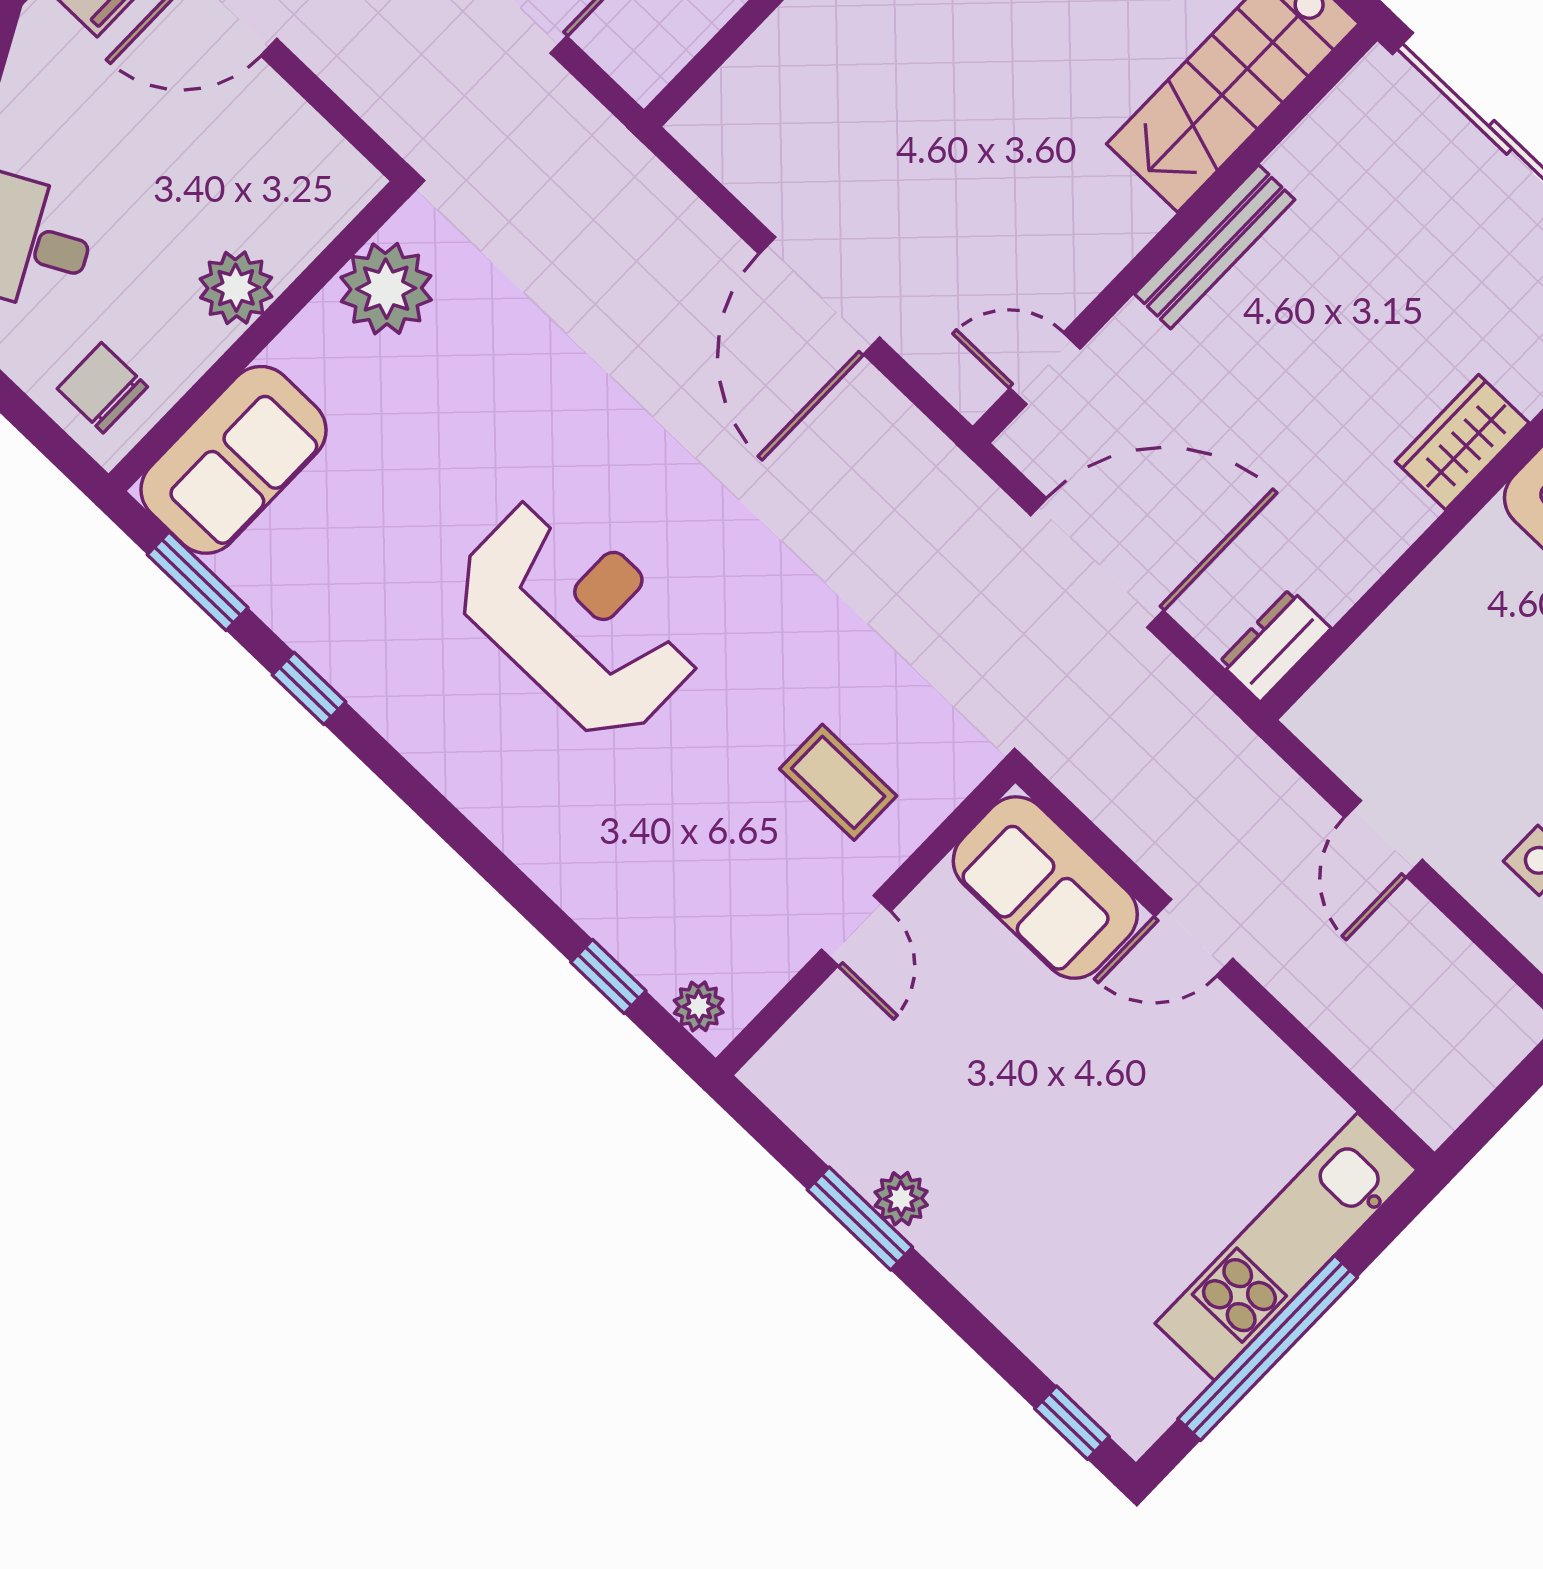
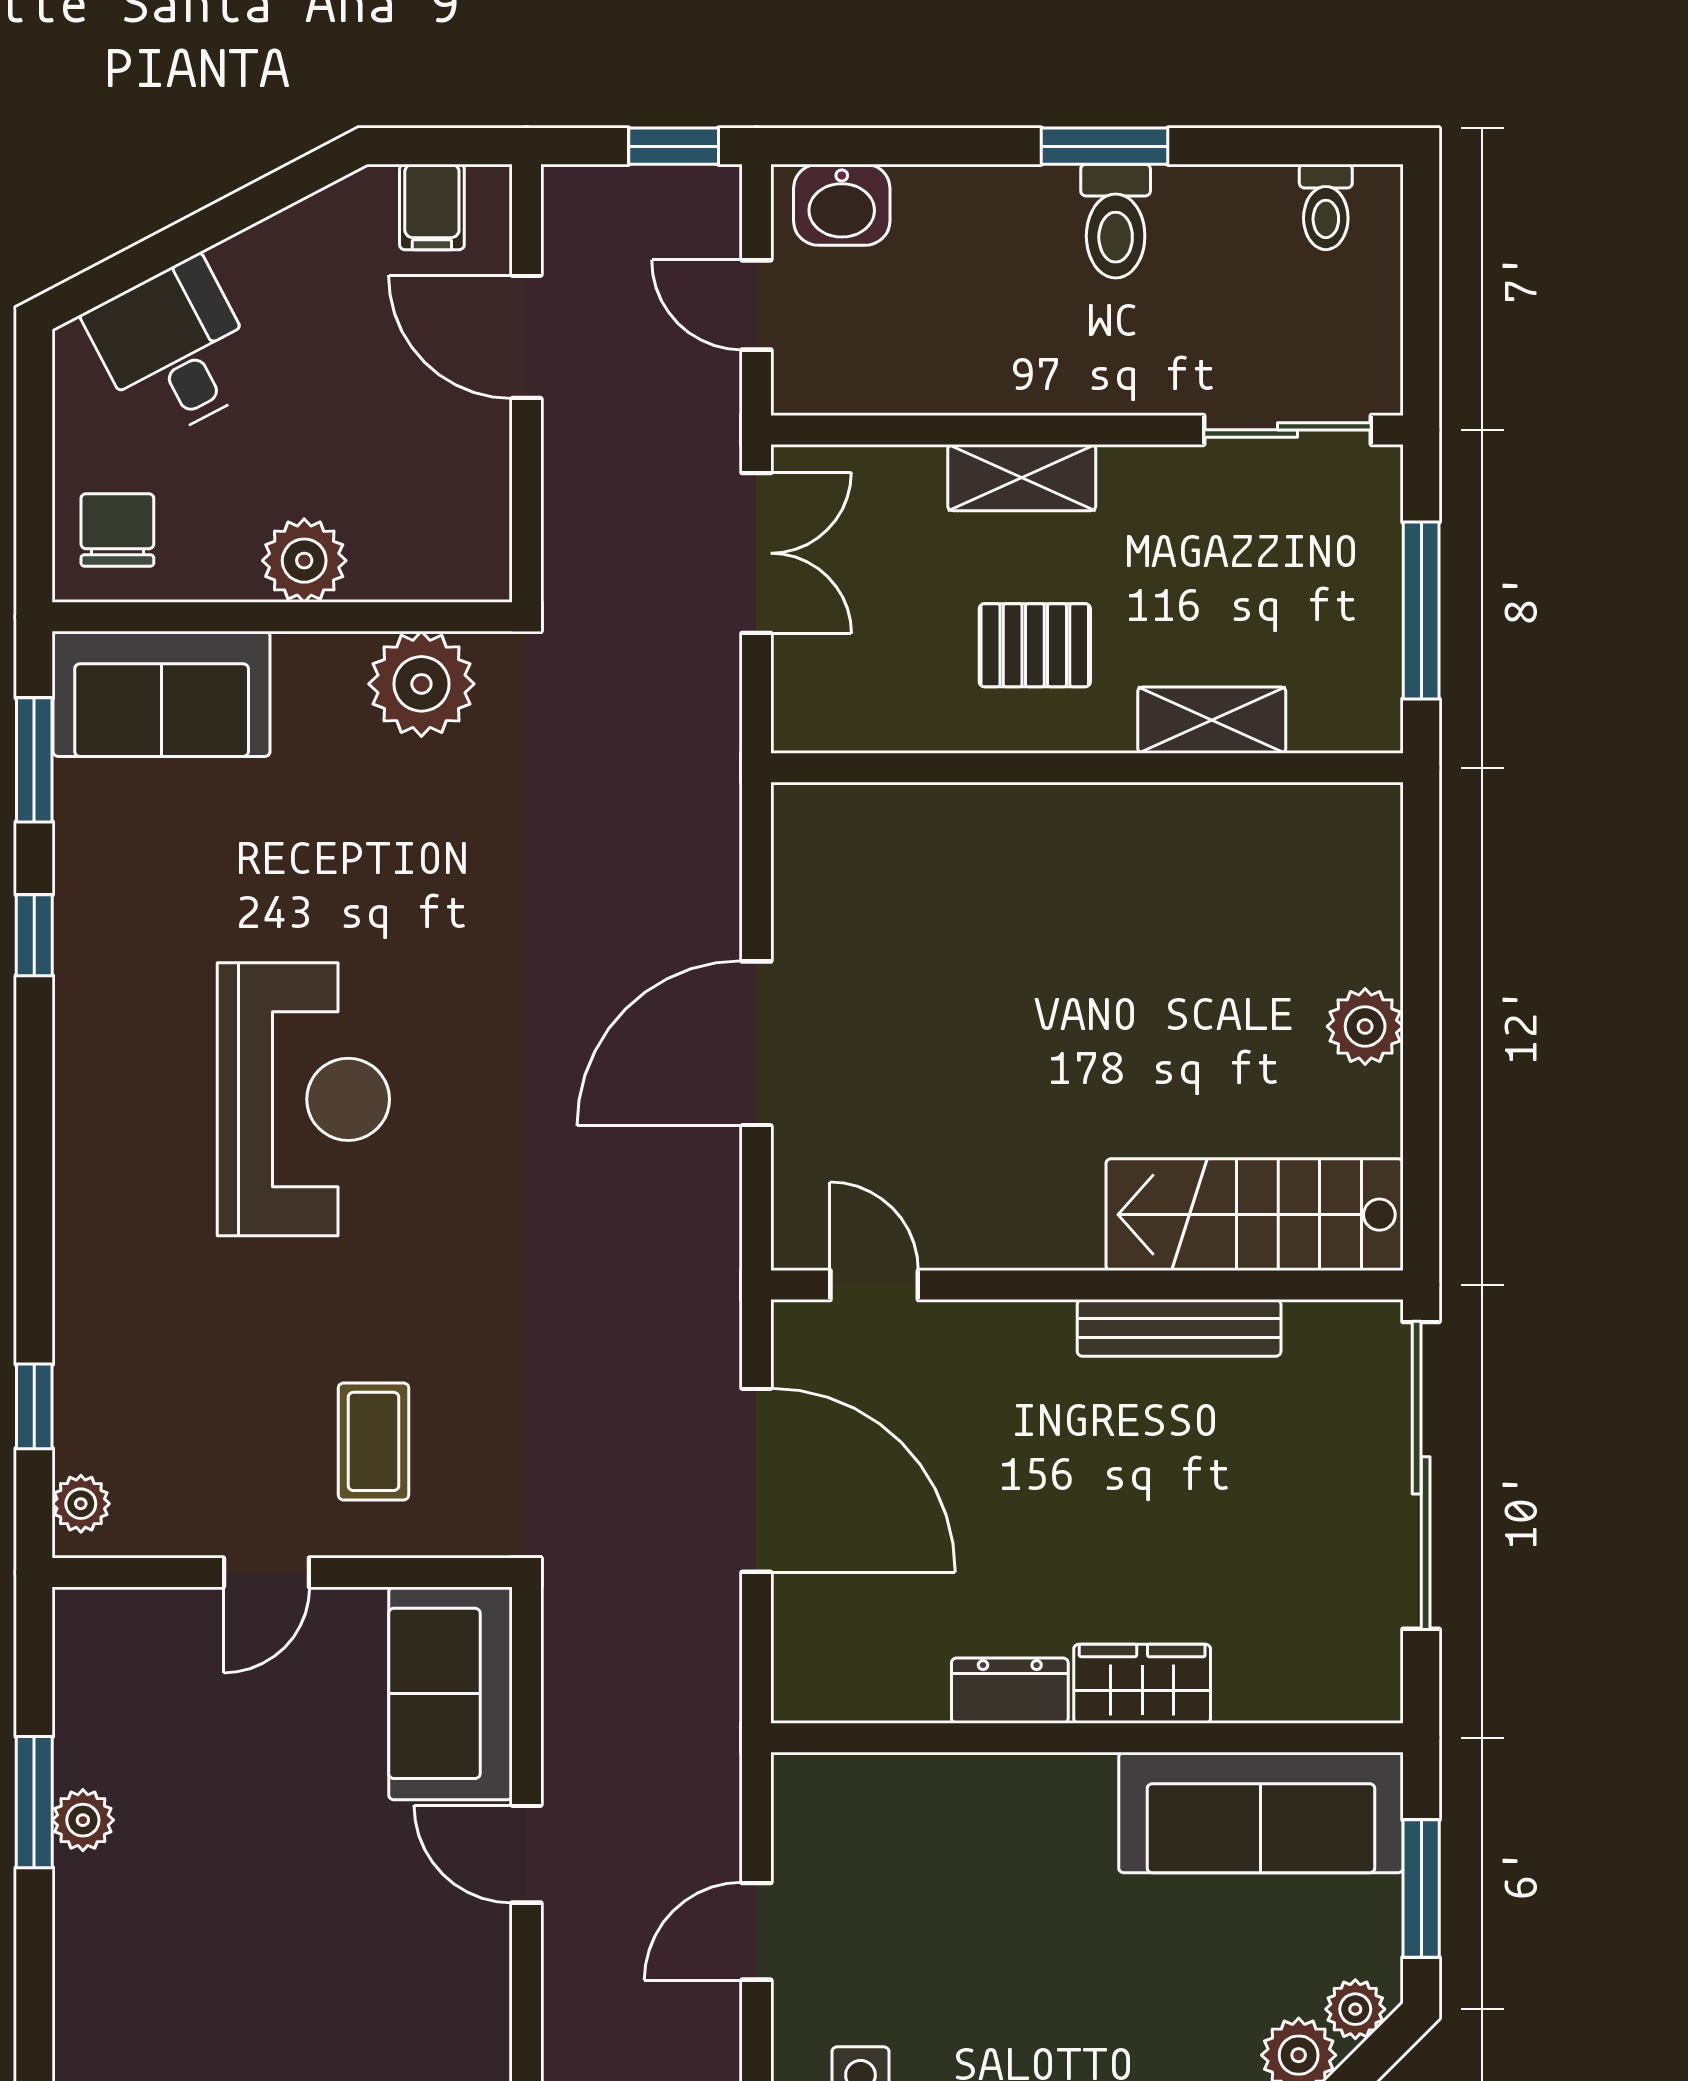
bench: (1215, 247) -> (1179, 1328), moved
dresser: (1275, 645) -> (1010, 1691), moved

